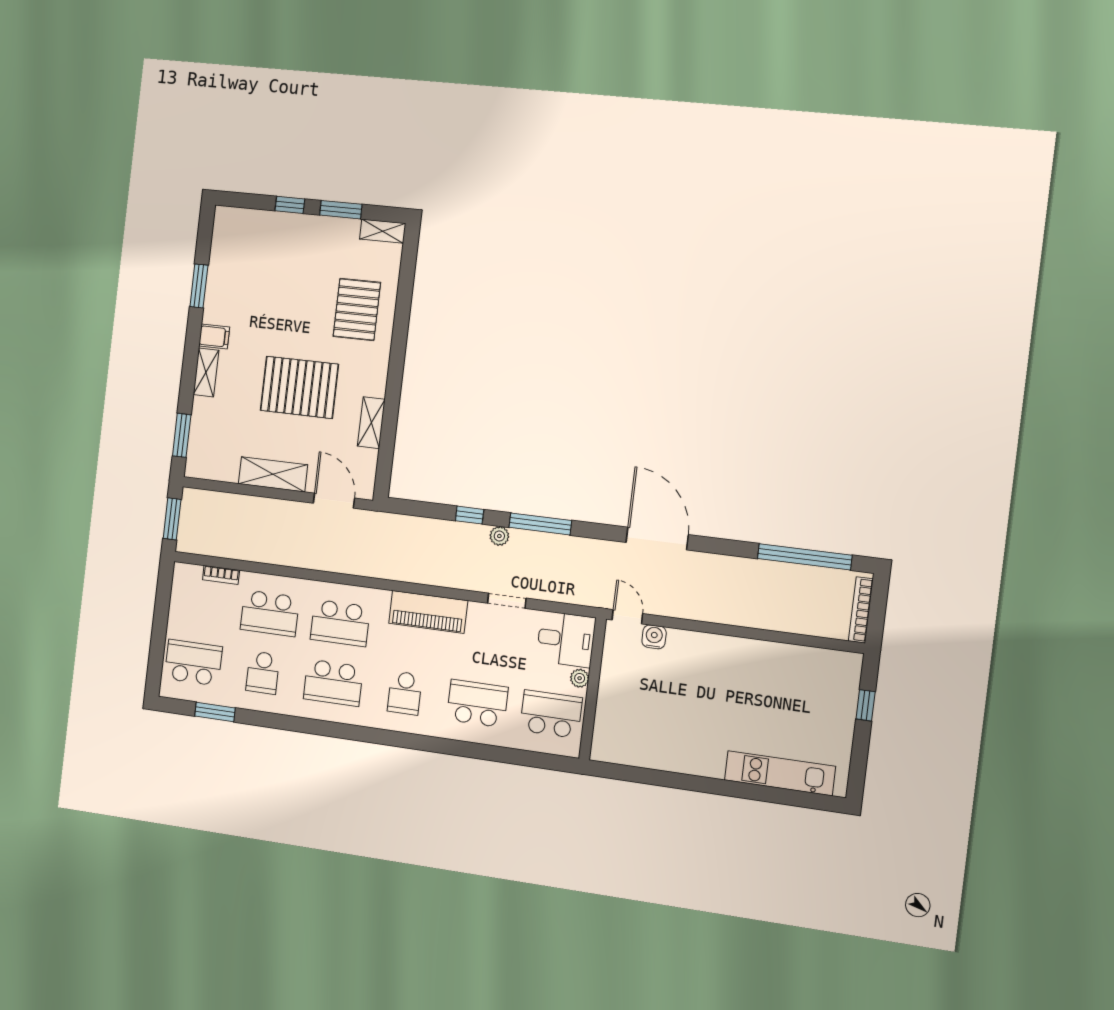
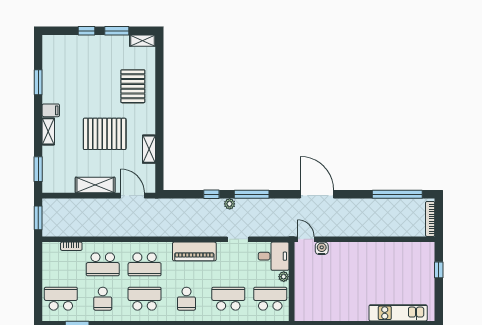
school desk: (333, 683) -> (145, 299), turned 180

